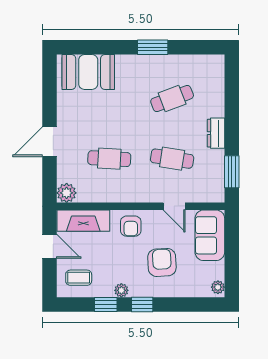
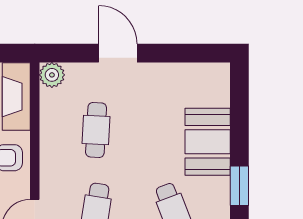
booth: (88, 72) -> (208, 142), moved

